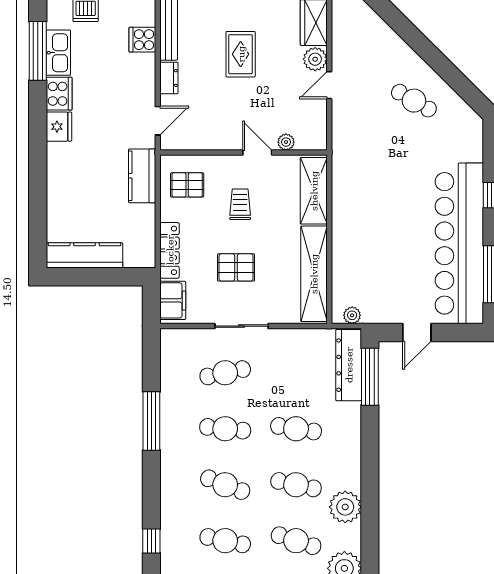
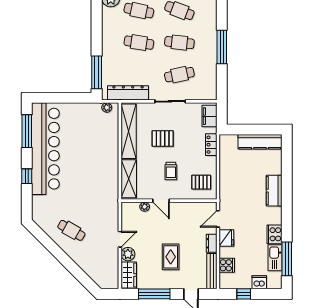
fridge: (59, 127) -> (226, 238), moved, turned 180
kitchen counter: (142, 176) -> (274, 191), moved, turned 180
locker: (170, 250) -> (211, 145), width x0.66
pallet: (236, 267) -> (163, 139), moved
door: (417, 332) -> (70, 98), removed
dresser: (349, 365) -> (128, 93), moved, turned -90

